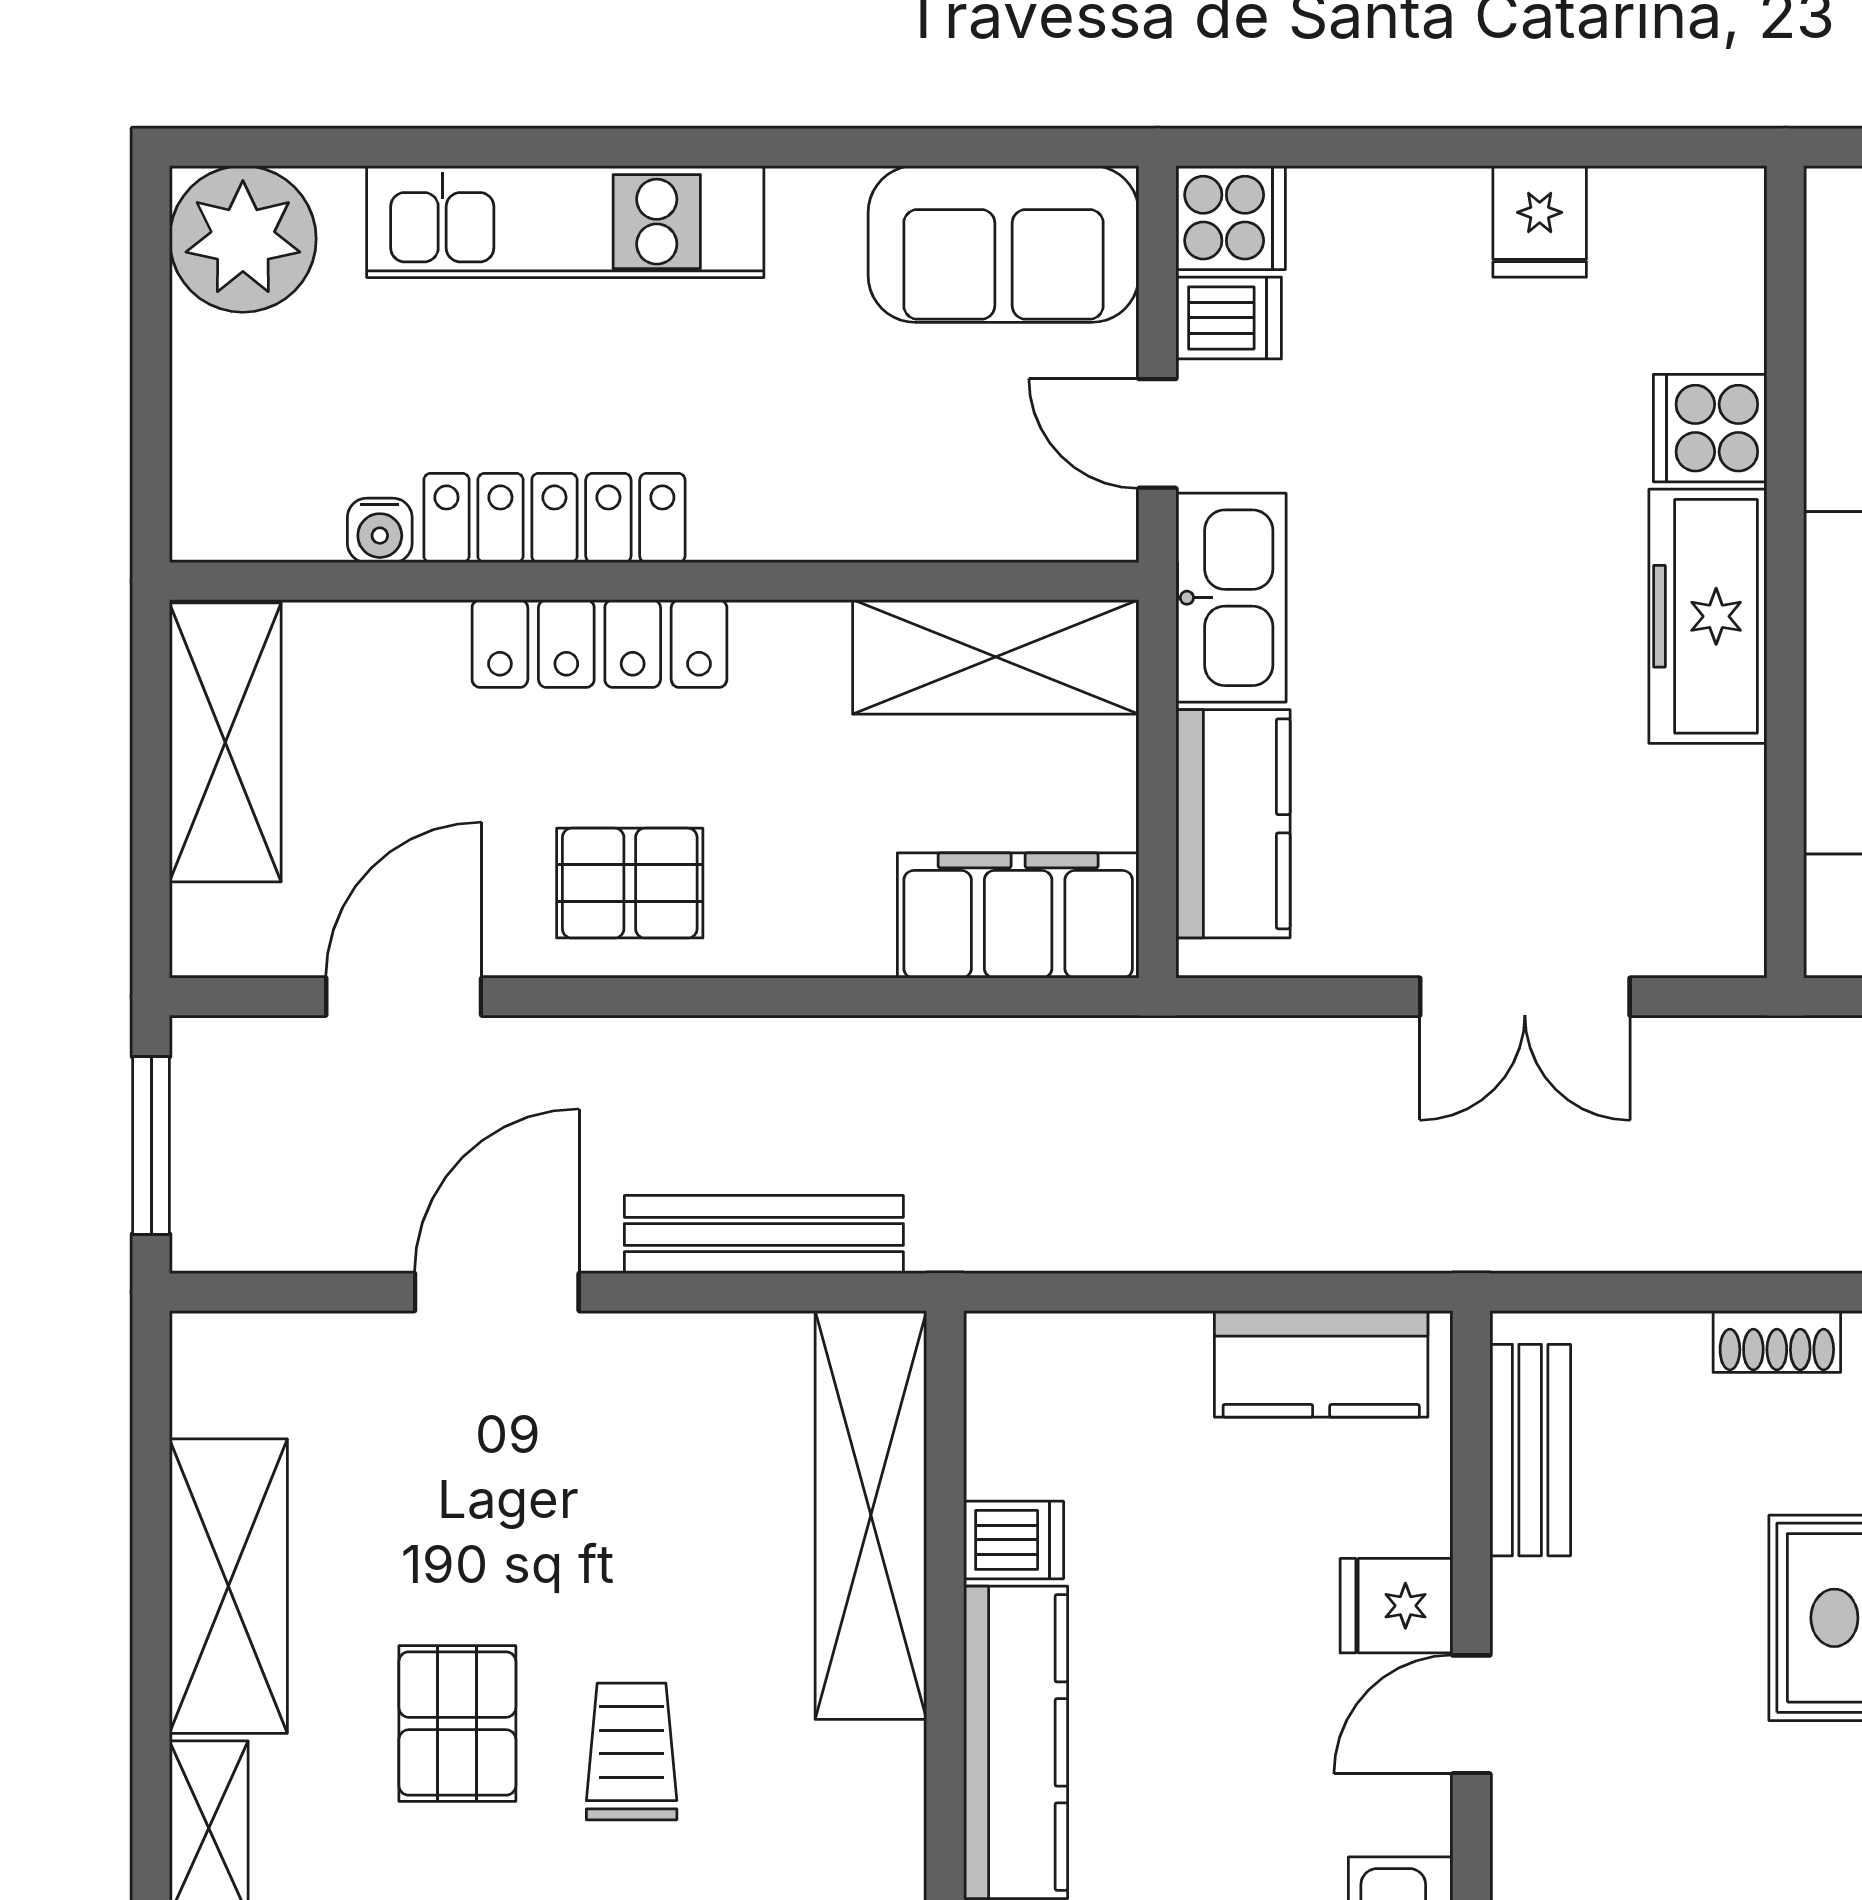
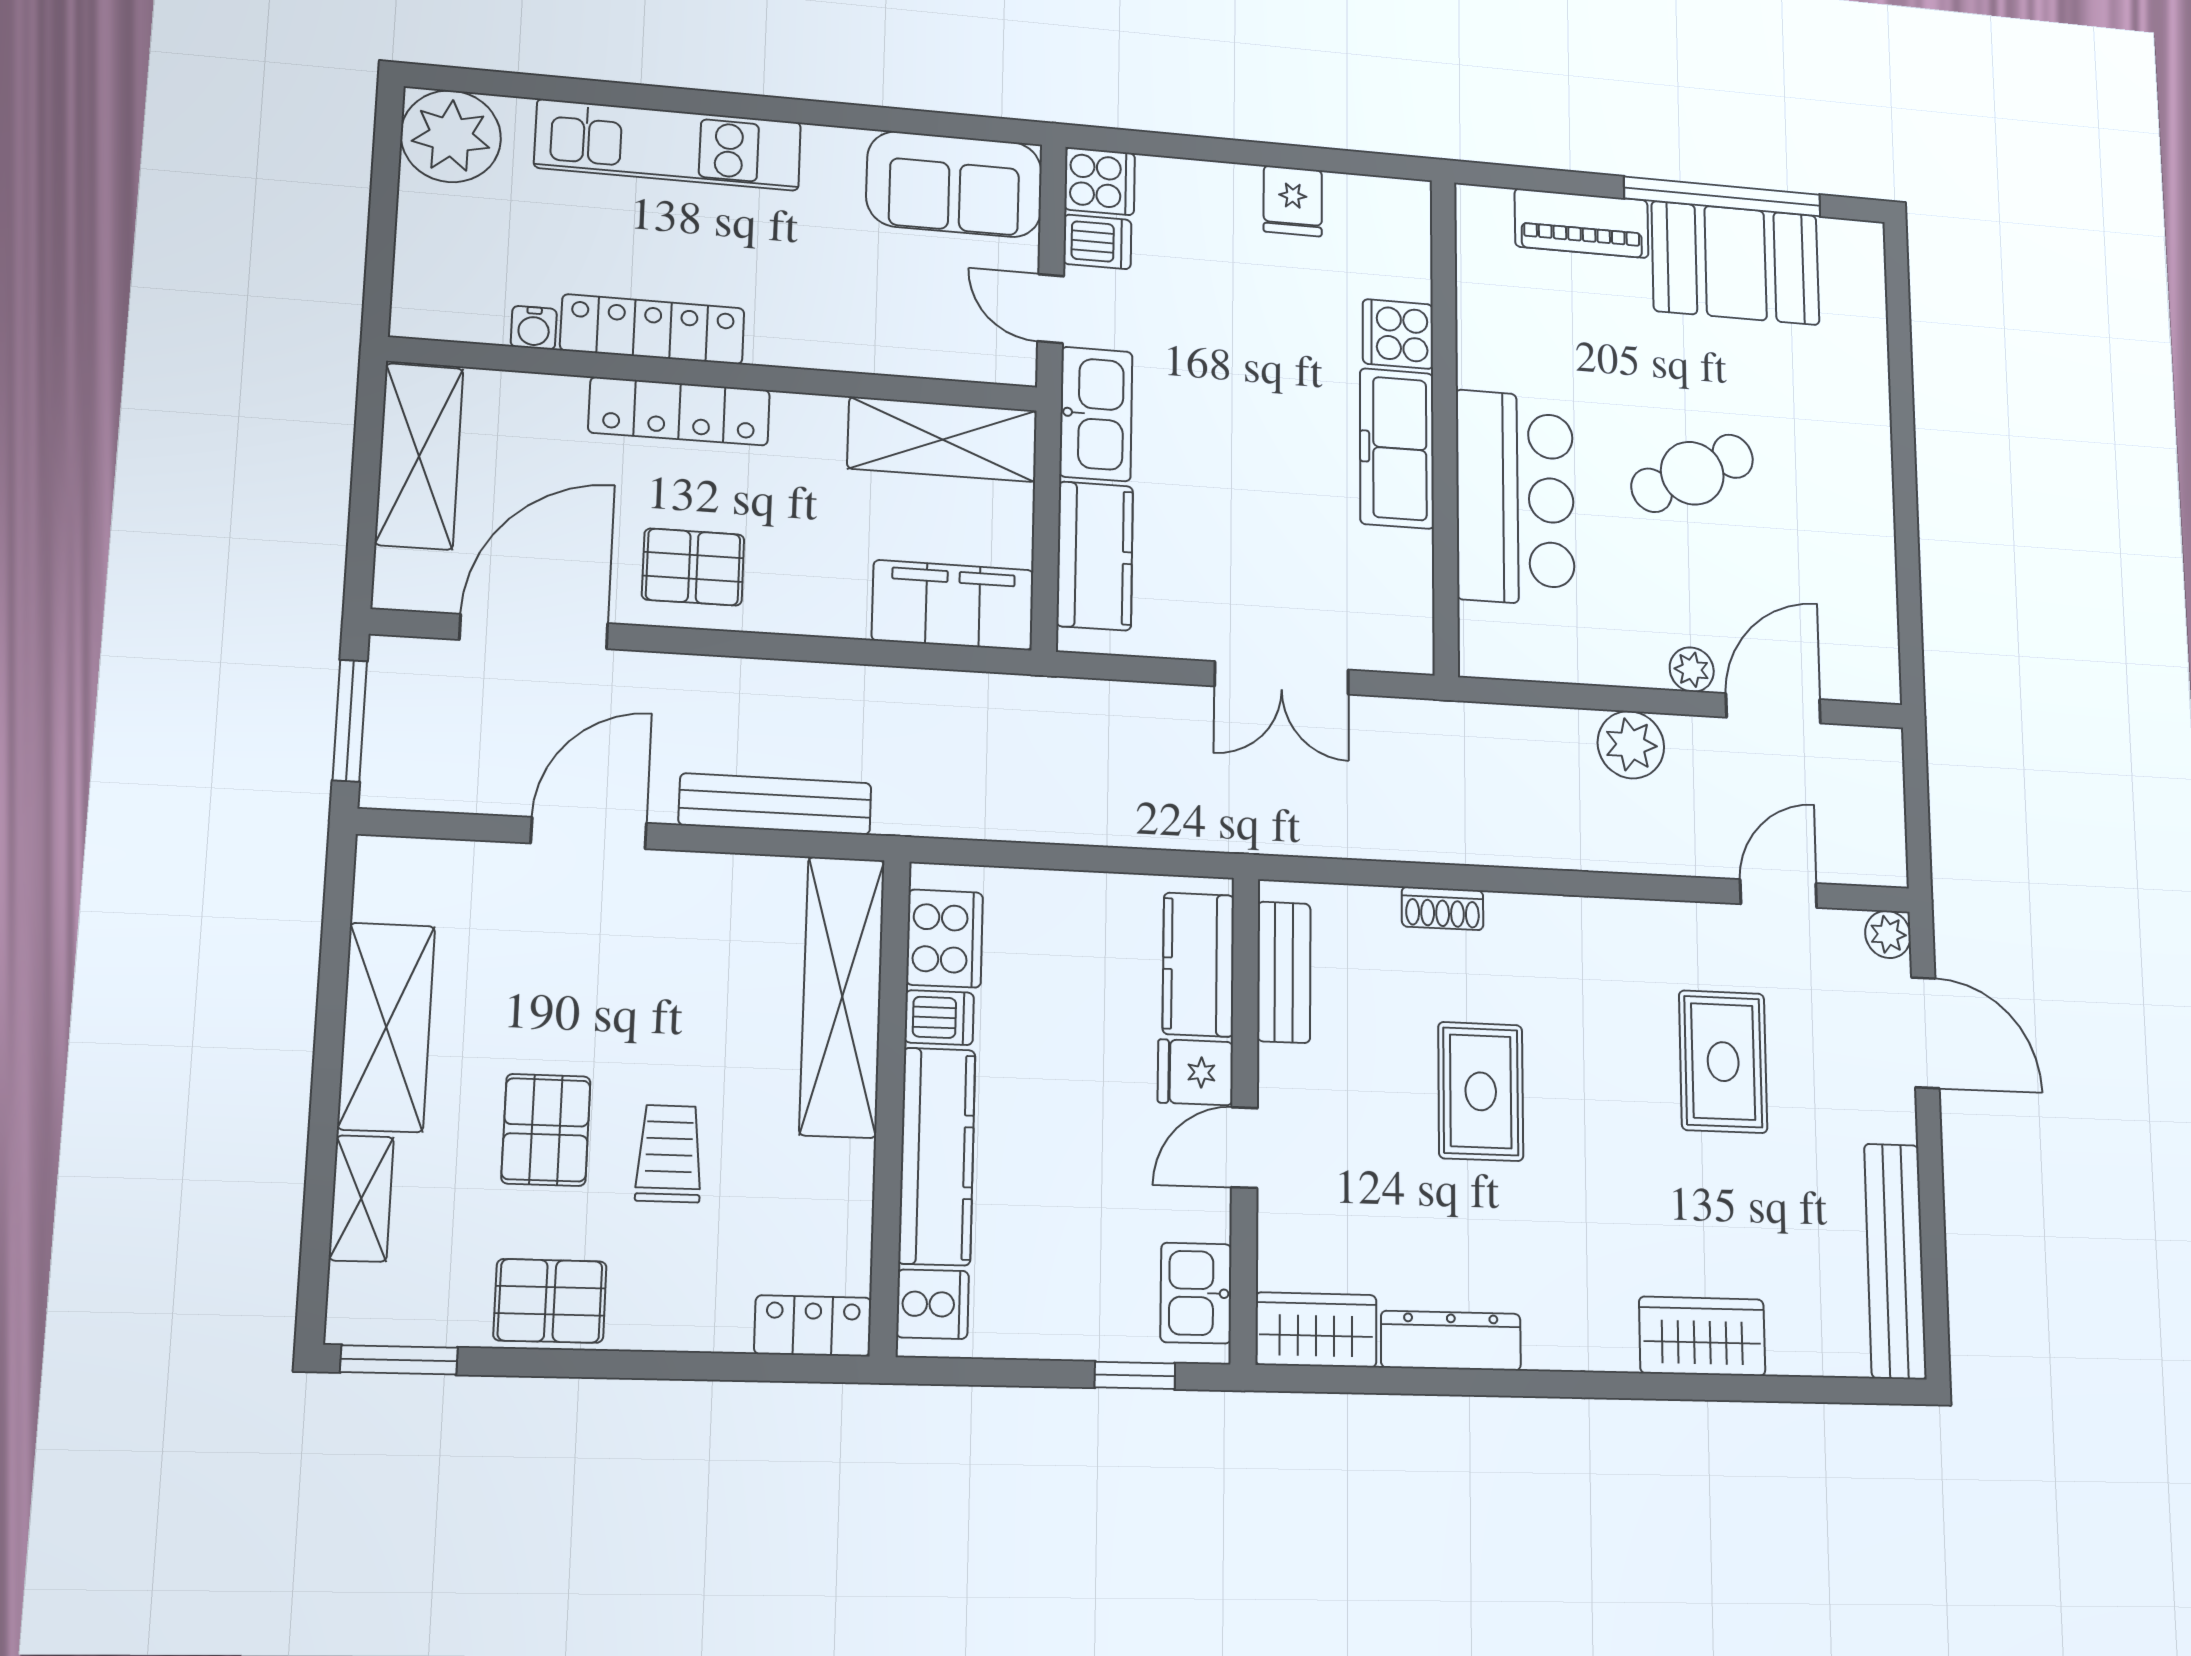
door: (404, 997) -> (534, 632), width x1.36
kitchen counter: (1321, 1364) -> (1198, 965), moved, turned 90
cooker: (1018, 1423) -> (945, 939), added

